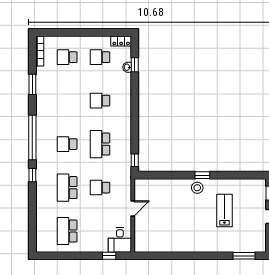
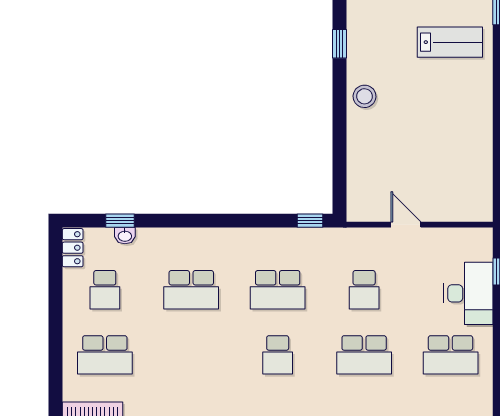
school desk: (67, 57) -> (105, 355), width x1.85
school desk: (100, 101) -> (191, 290), width x1.85
window: (202, 175) -> (339, 44), moved
lab bench: (224, 210) -> (450, 42), moved, turned 180
desk: (120, 240) -> (468, 293), moved, width x1.37

